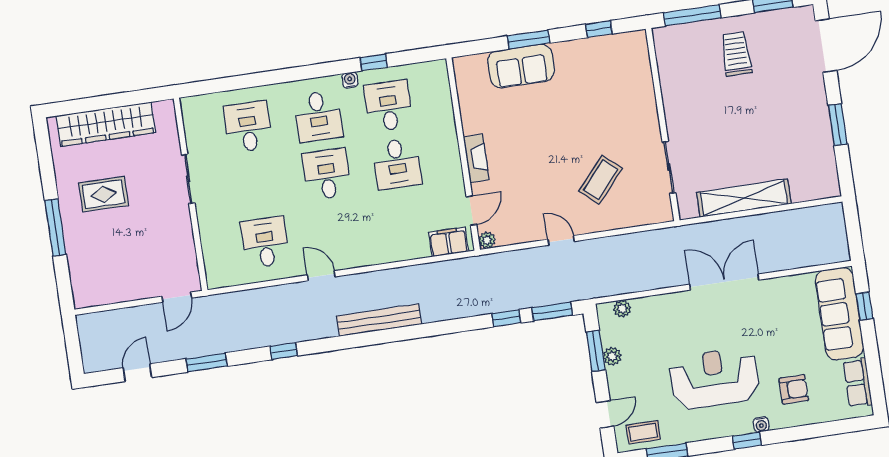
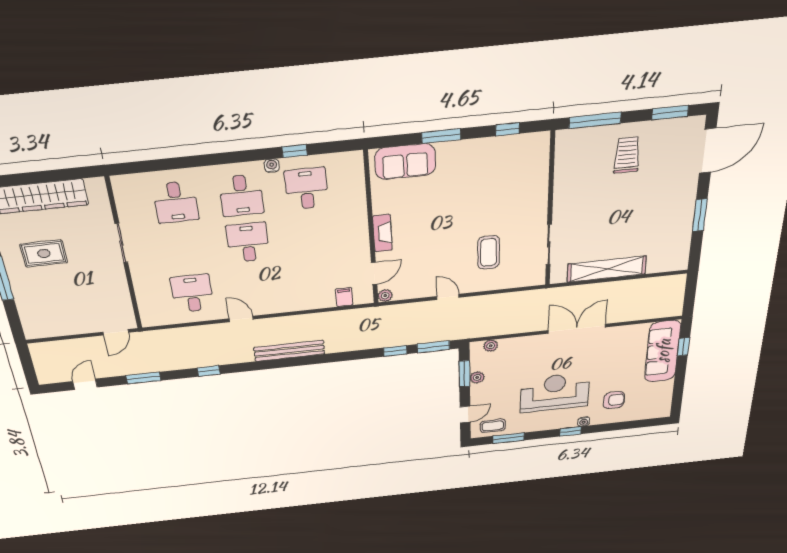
sofa: (521, 66) -> (405, 162), moved
desk: (248, 127) -> (176, 202), turned 180
desk: (397, 164) -> (311, 236), removed
coffee table: (601, 180) -> (489, 252), turned -41
filing cabinet: (449, 242) -> (344, 297), width x0.50
row of seats: (858, 383) -> (664, 396), removed

